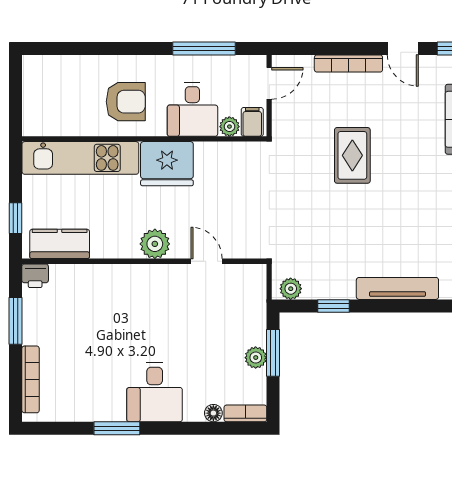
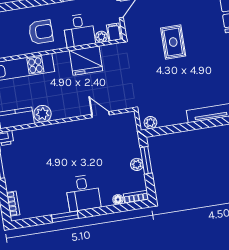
fridge: (167, 164) -> (86, 61), moved
plant: (155, 244) -> (43, 114), moved
window: (334, 306) -> (176, 128), removed
bookcase: (31, 379) -> (13, 204), width x0.64

